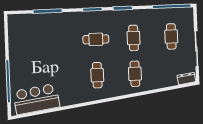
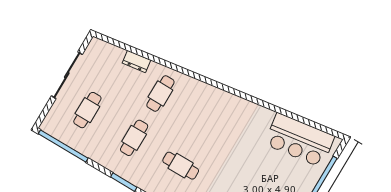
cafe table: (97, 75) -> (207, 121), removed
dresser: (186, 79) -> (136, 62), moved

